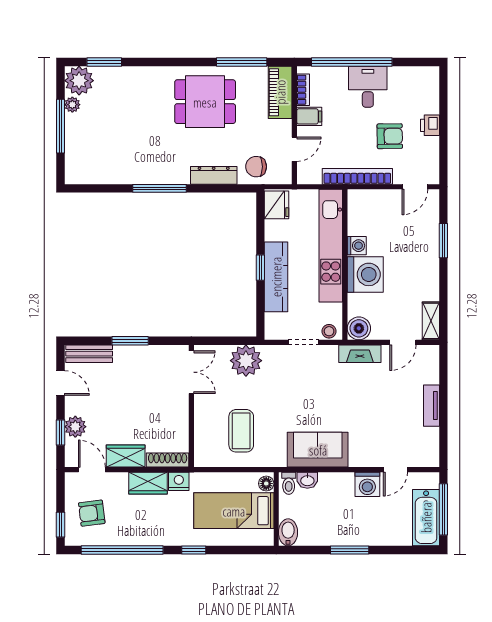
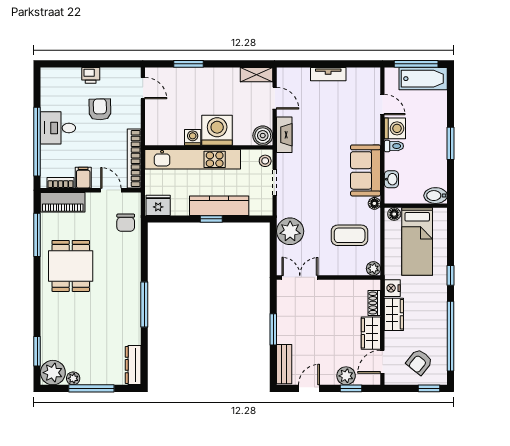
dresser: (214, 175) -> (133, 365), moved
bookcase: (357, 176) -> (134, 158), moved
plant: (202, 459) -> (373, 268), added
shoe rack: (168, 460) -> (374, 303), width x0.70
floor lamp: (279, 460) -> (374, 203), added
toilet: (289, 483) -> (394, 146), moved
armchair: (92, 513) -> (419, 362), turned 46

